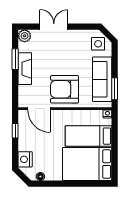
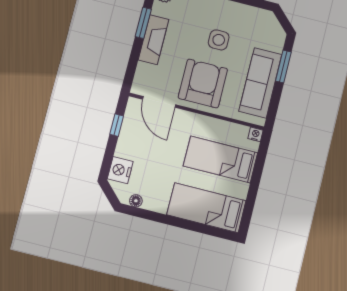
side table: (98, 44) -> (219, 40), moved
armchair: (65, 89) -> (203, 83), turned 90
window: (115, 89) -> (283, 66), moved
bed: (87, 164) -> (206, 208), width x0.67

